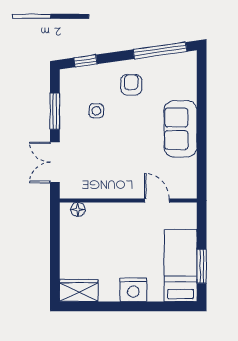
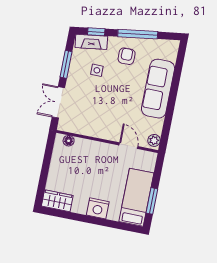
window: (160, 50) -> (138, 34), moved
fireplace: (82, 75) -> (91, 42), added
sofa: (181, 129) -> (158, 89), width x1.36
plant: (189, 187) -> (154, 140), added

